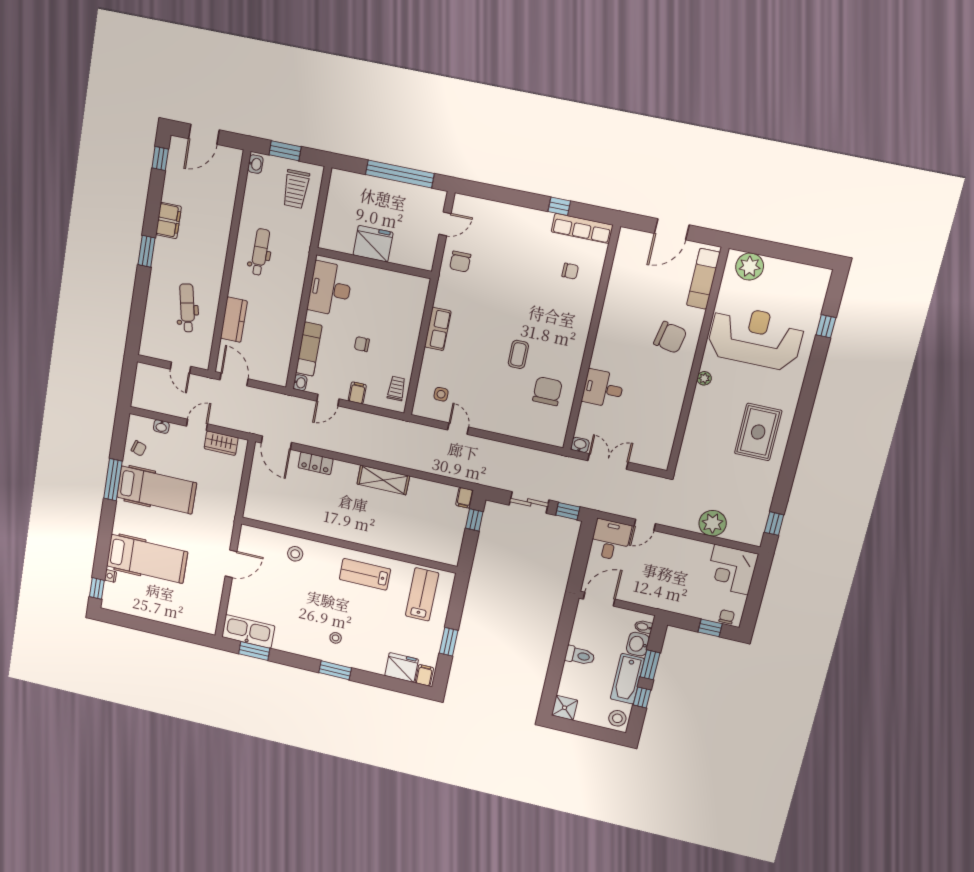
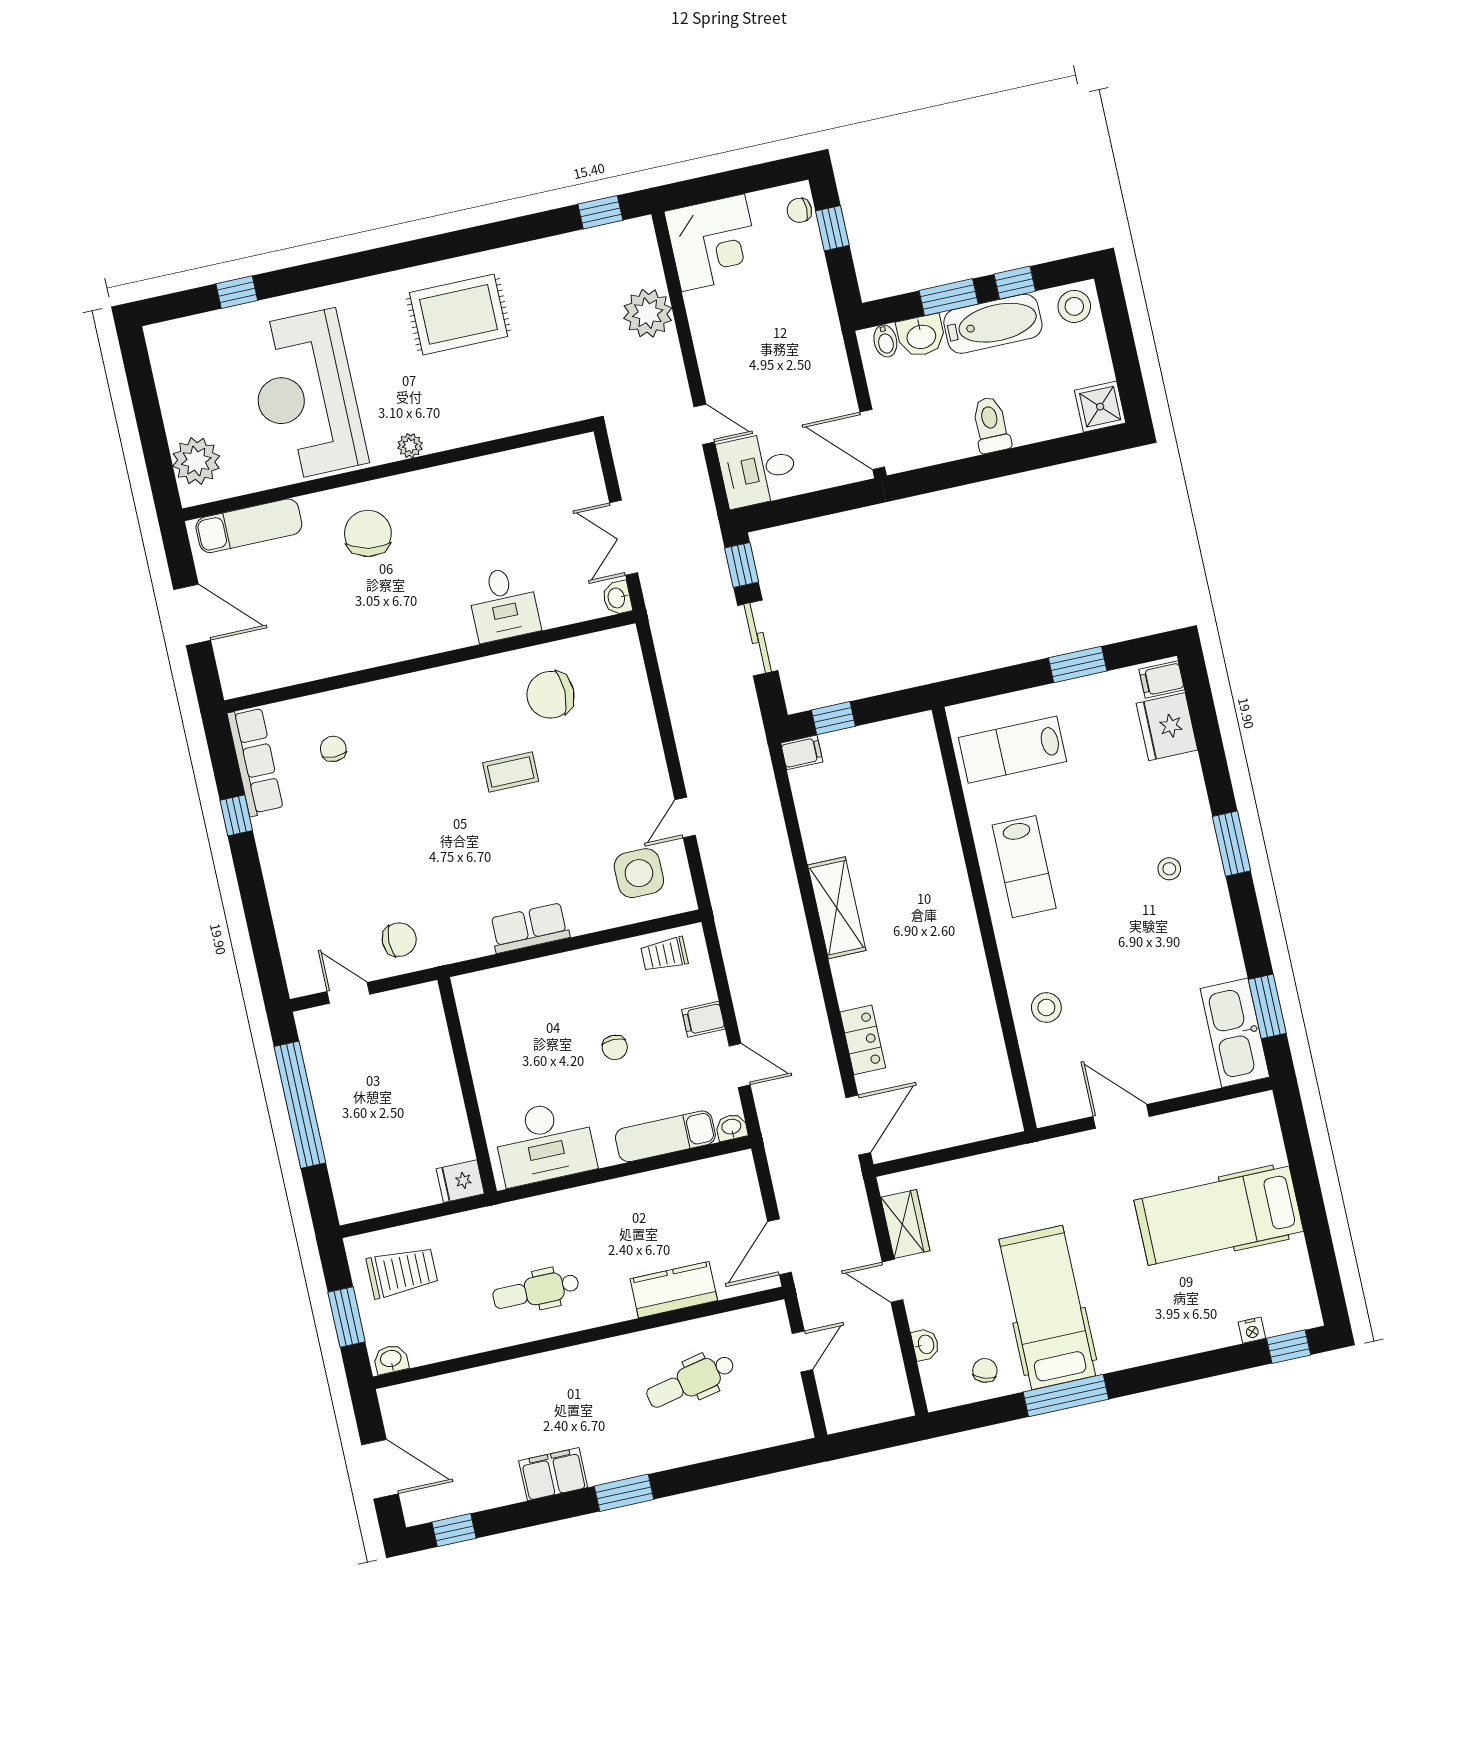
fridge: (373, 244) -> (460, 1181), moved, width x0.53, depth x0.75
side table: (441, 394) -> (639, 873), width x1.87, depth x1.87
hospital bed: (147, 559) -> (1219, 1216), moved, turned -90

